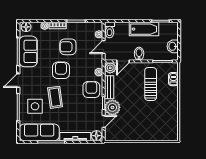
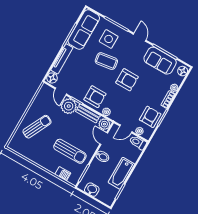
armchair: (68, 47) -> (150, 117), moved
door: (104, 47) -> (126, 129), swing flipped
sun lounger: (146, 124) -> (37, 127), added

